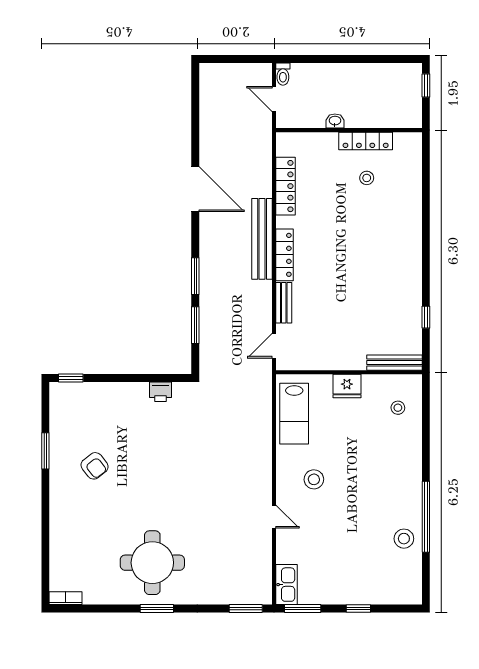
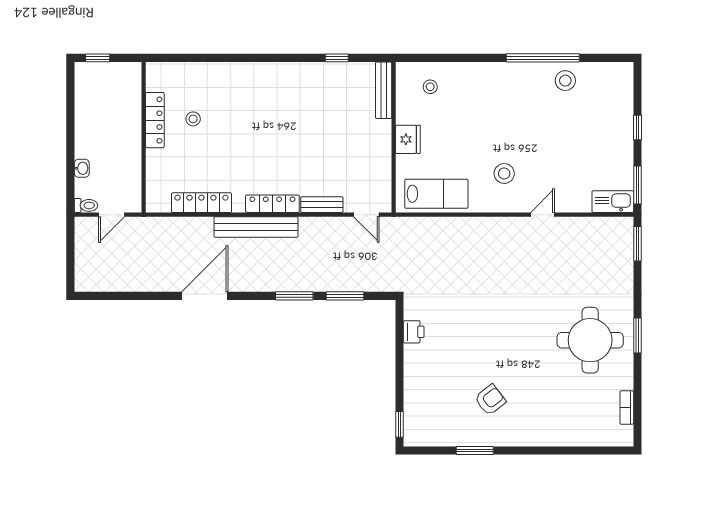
washbasin: (335, 121) -> (82, 168), moved, turned 180
bookcase: (66, 598) -> (627, 408), moved

